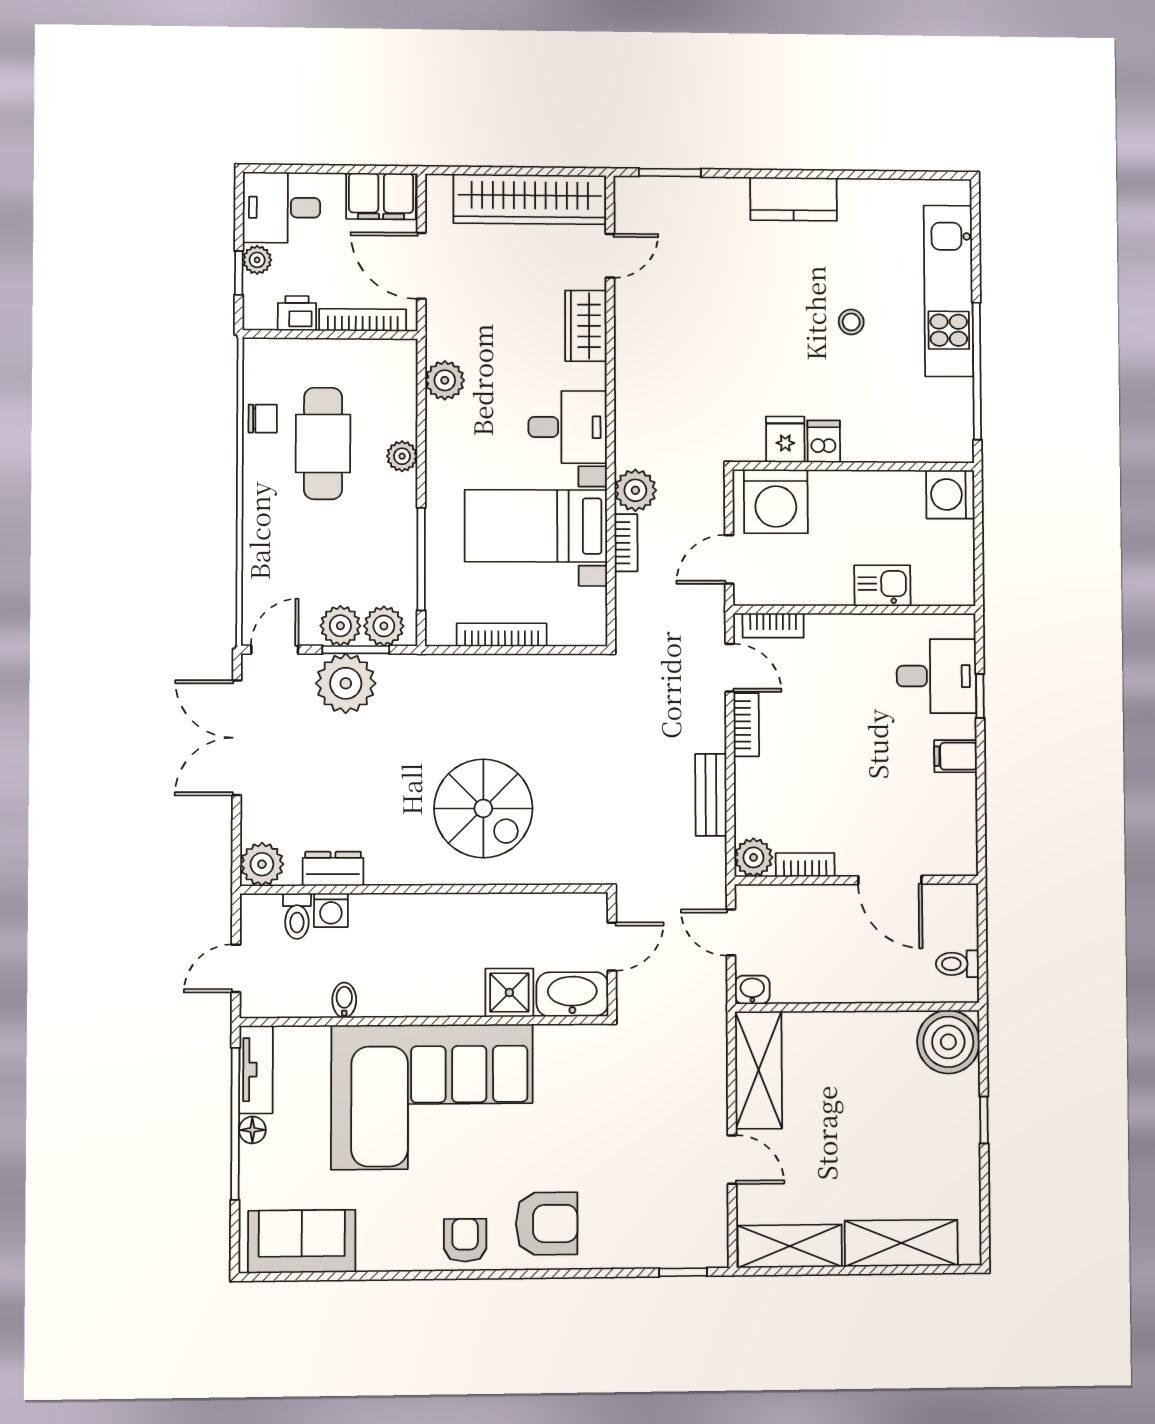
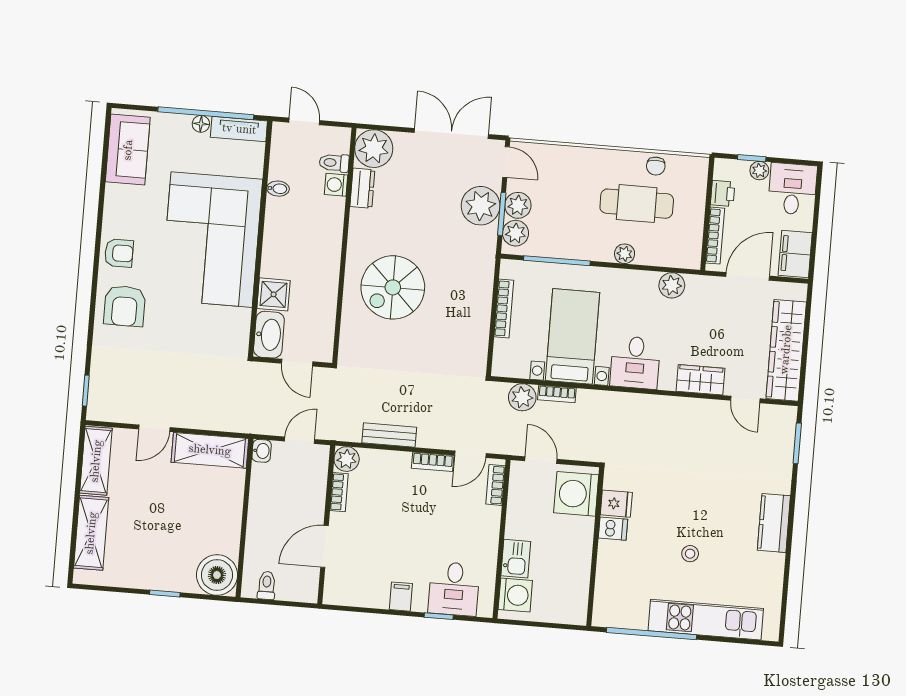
plant: (635, 490) -> (522, 397), moved
washing machine: (950, 494) -> (515, 595), moved, turned 90
plant: (262, 864) -> (374, 149), width x1.36, depth x1.36

